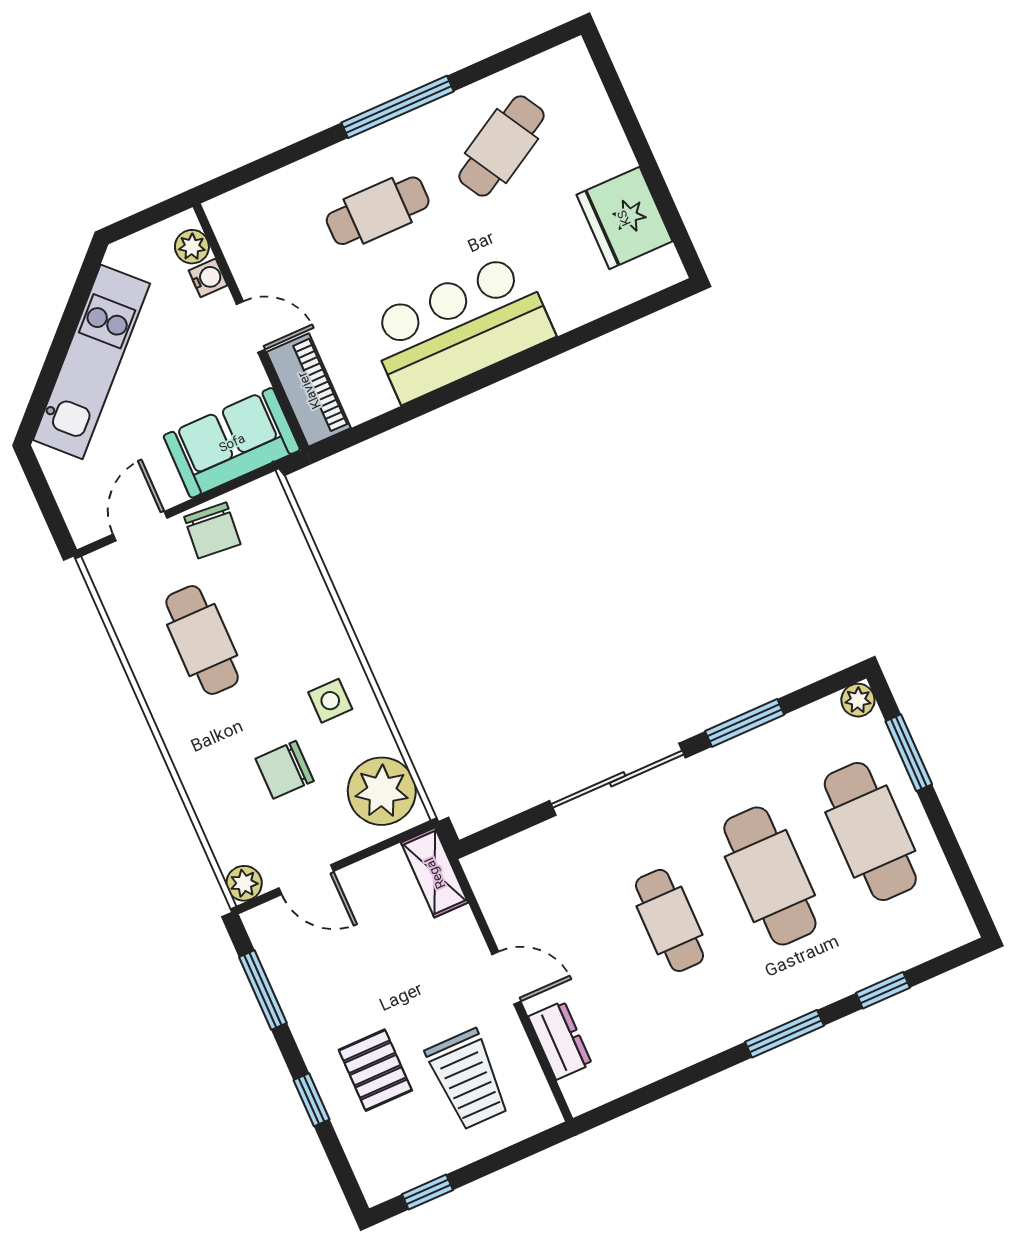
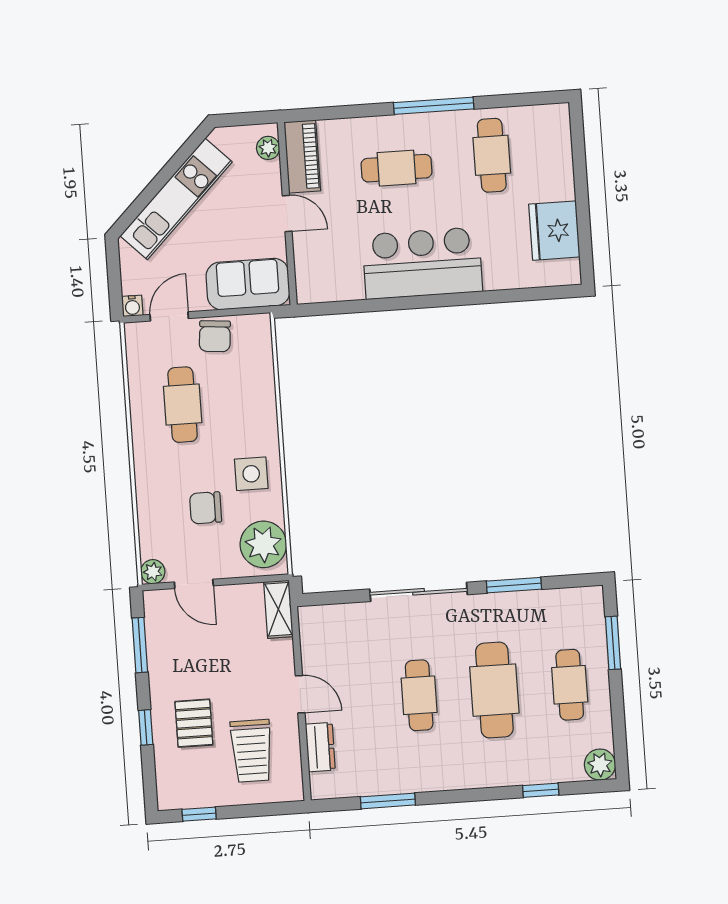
cafe table: (502, 146) -> (492, 155), turned -60
water cooler: (208, 278) -> (132, 306), moved, turned 90
piano: (309, 390) -> (302, 157), moved
plant: (858, 700) -> (600, 765), moved, width x1.38, depth x1.38
side table: (330, 701) -> (251, 474), width x1.37, depth x1.37
cafe table: (870, 831) -> (570, 685), width x0.73, depth x0.74
window: (785, 1034) -> (388, 801), moved

